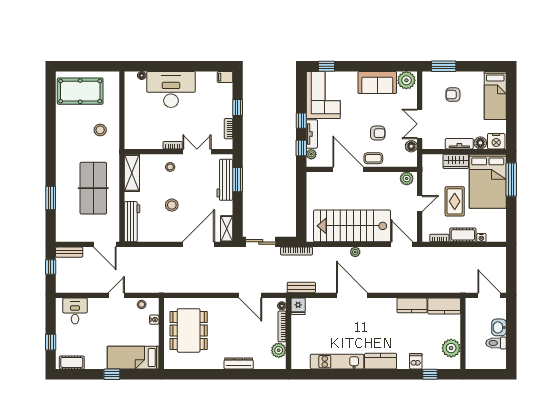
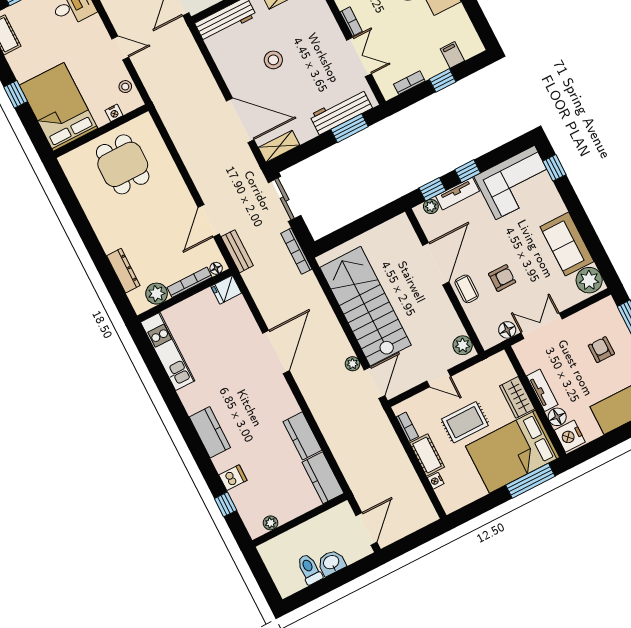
filing cabinet: (225, 77) -> (452, 55), moved
armchair: (378, 133) -> (502, 278), turned -90
stool: (170, 167) -> (321, 33), removed
plant: (355, 252) -> (353, 364), moved
bench: (301, 287) -> (237, 251), moved
dining table: (189, 330) -> (123, 164), width x0.73
plant: (451, 348) -> (270, 523), width x0.53, depth x0.53
bed: (133, 358) -> (59, 107), width x1.50
kitchen unit: (337, 362) -> (168, 351), moved
dresser: (239, 363) -> (123, 271), moved

